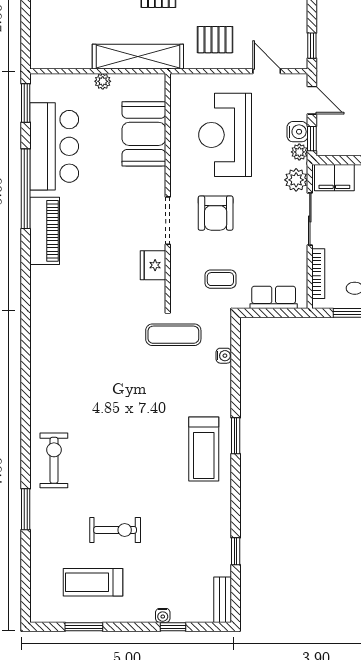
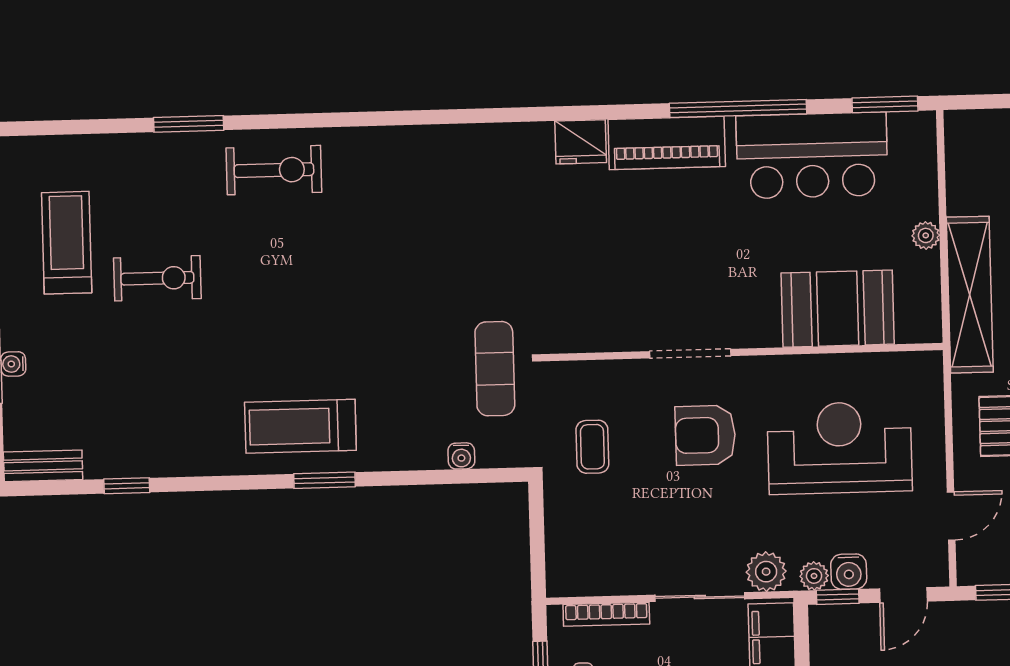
fridge: (153, 265) -> (581, 142), moved, turned 180
row of seats: (274, 297) -> (564, 539), removed
exercise bike: (115, 530) -> (157, 278), turned -90

